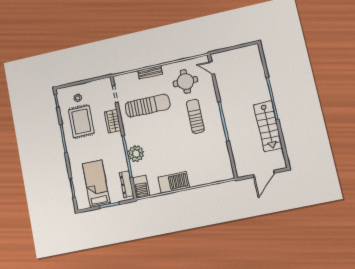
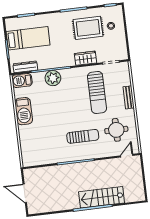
stairs: (268, 126) -> (102, 197), moved

